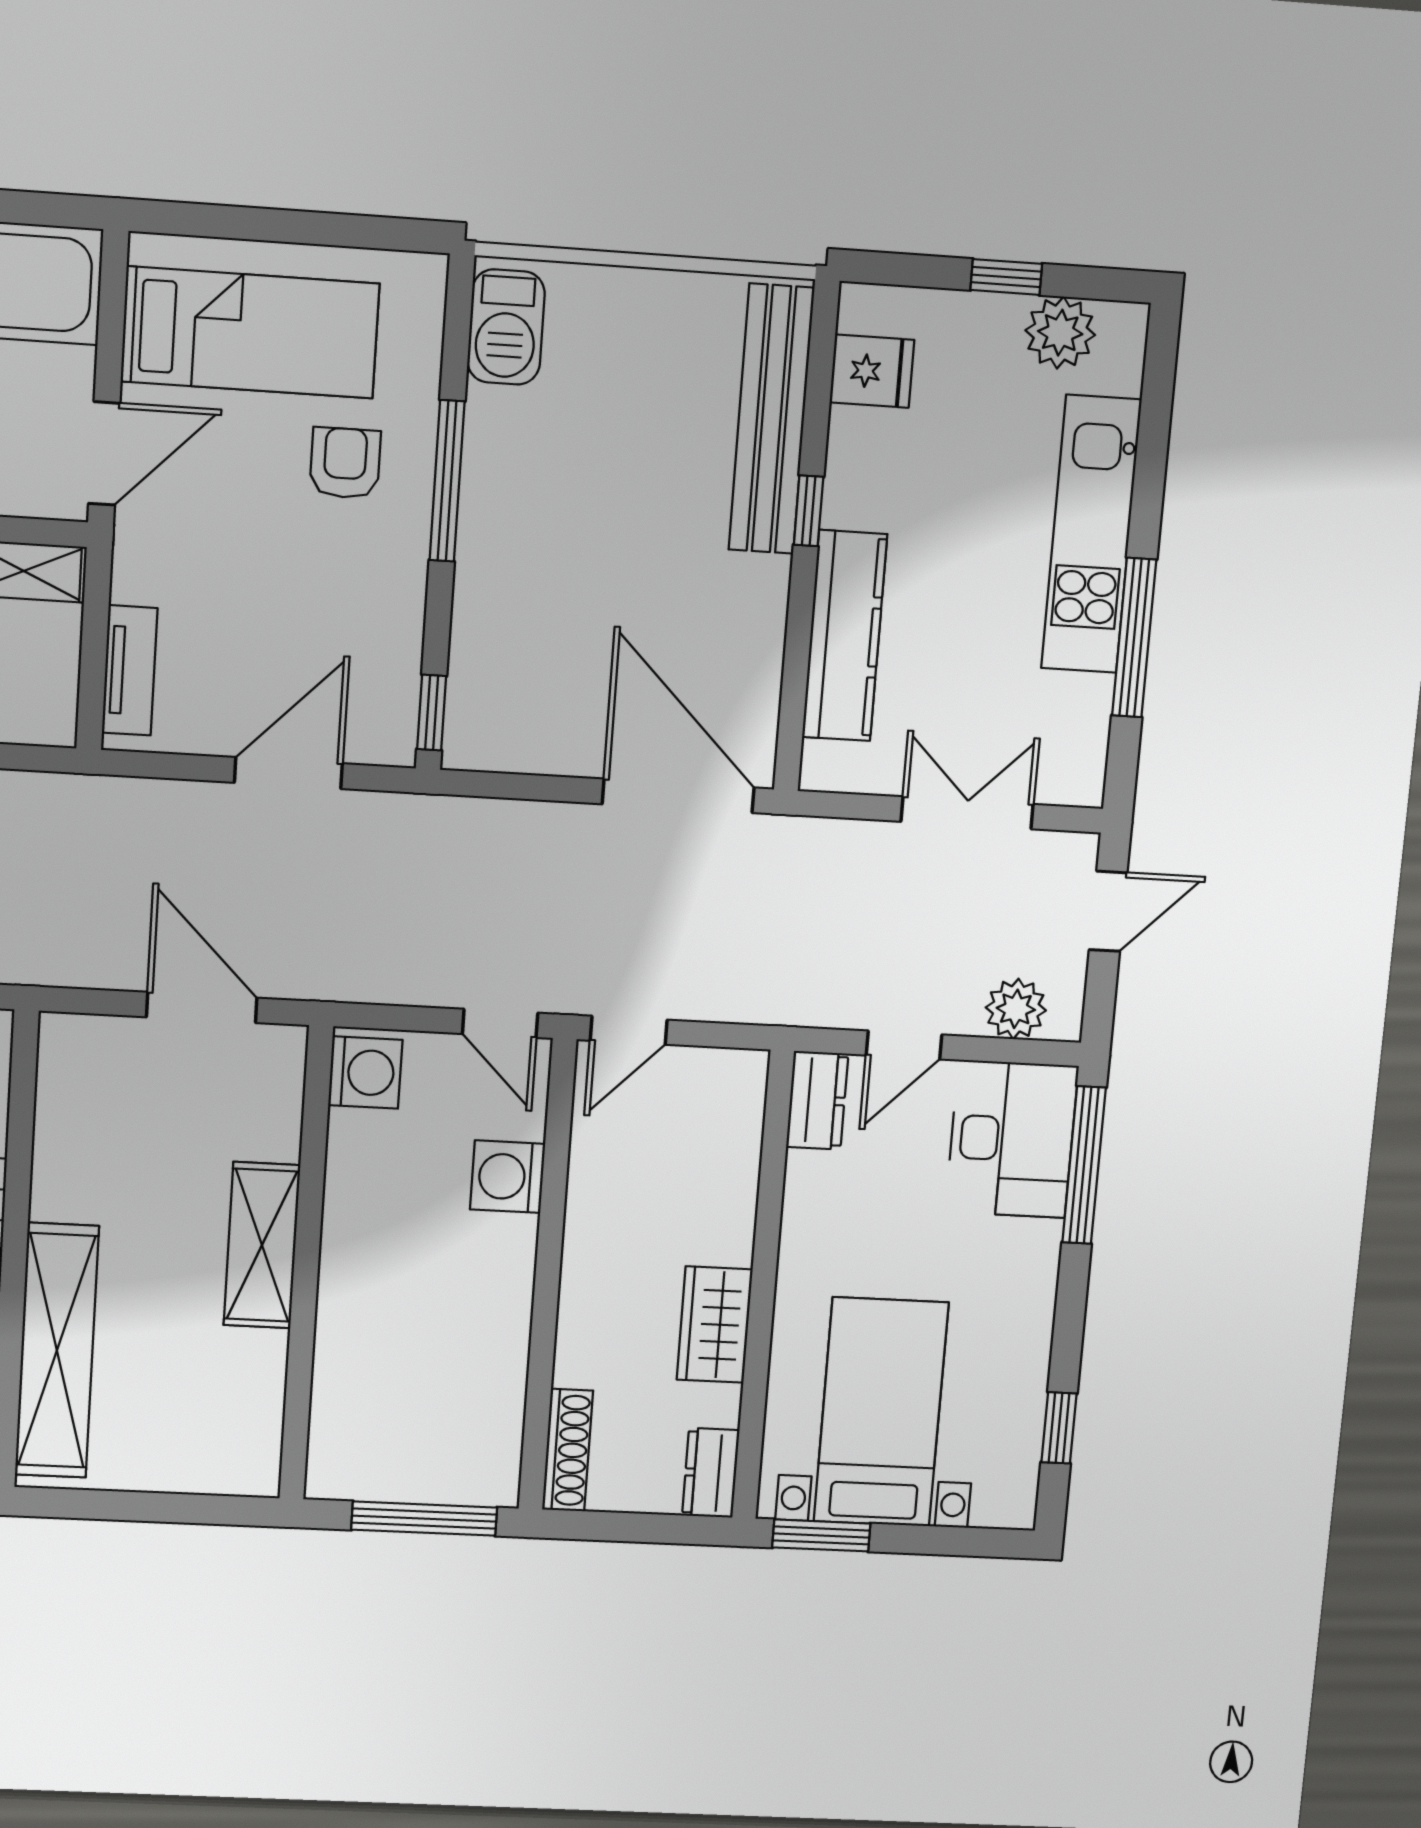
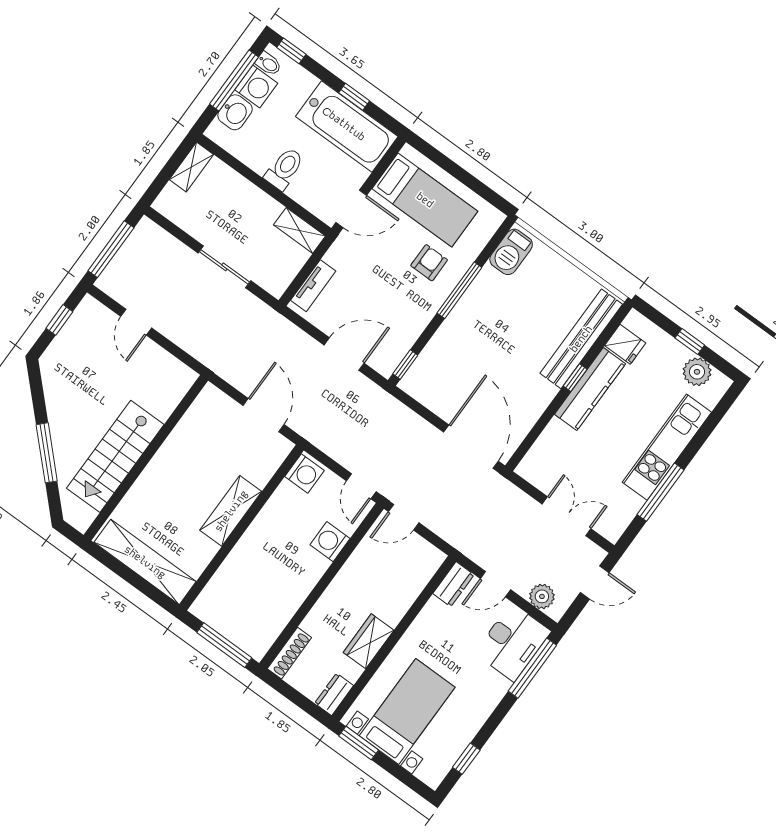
kitchen counter: (845, 636) -> (590, 389), moved
shelving: (57, 1351) -> (145, 562), moved, turned 90

